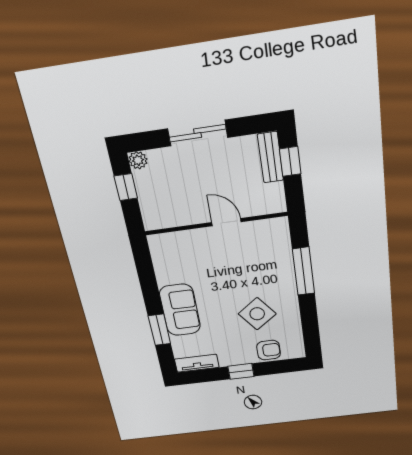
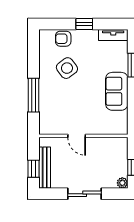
bench: (270, 157) -> (45, 168), width x1.36
sofa: (180, 310) -> (117, 91), moved

